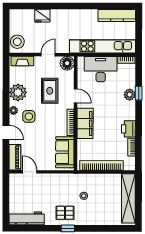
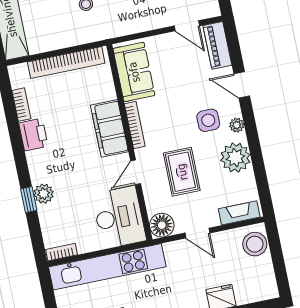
door: (48, 55) -> (197, 233), hinge flipped
desk: (101, 69) -> (119, 217), moved, turned -90
door: (76, 96) -> (136, 172), hinge flipped

